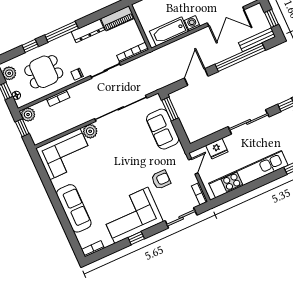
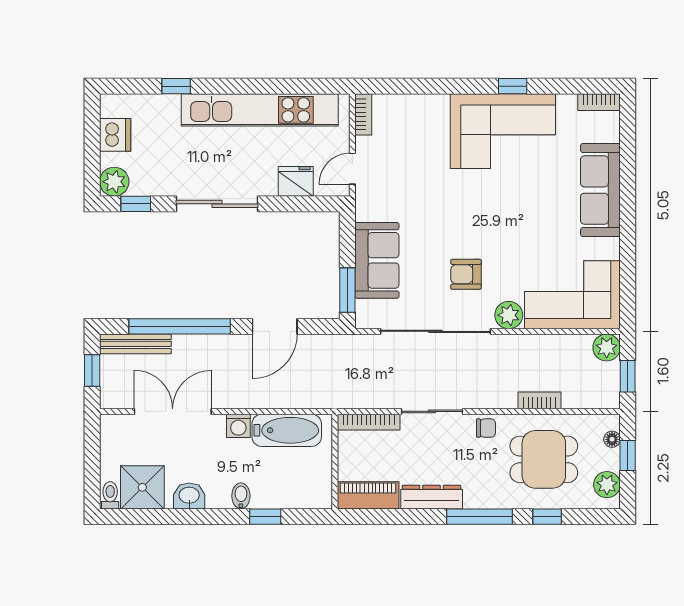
plant: (28, 115) -> (607, 348), moved
armchair: (161, 180) -> (466, 274), moved
sliding door: (181, 218) -> (416, 86), removed

